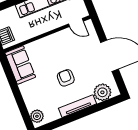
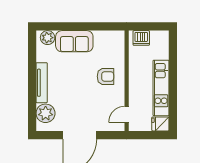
sofa: (20, 65) -> (74, 41), moved
armchair: (66, 78) -> (105, 76), moved

